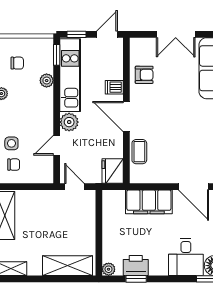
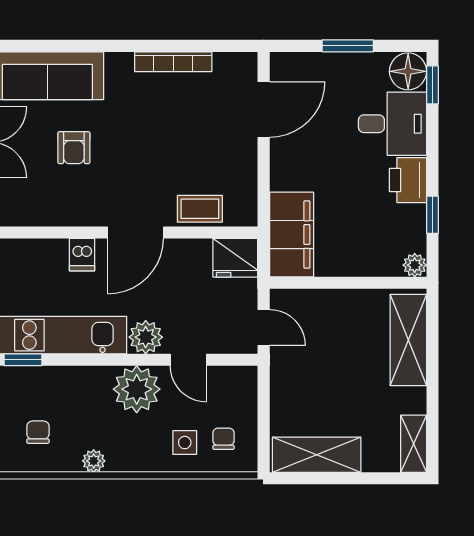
armchair: (144, 75) -> (74, 148), moved, turned 180
plant: (47, 81) -> (137, 389), moved, width x1.88, depth x1.88
door: (74, 187) -> (264, 327), swing flipped
filing cabinet: (149, 202) -> (292, 235), moved
printer: (136, 266) -> (408, 180), moved

